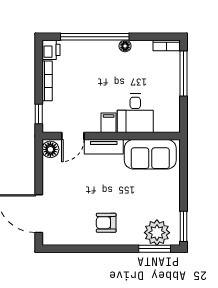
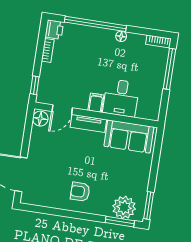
bookcase: (47, 81) -> (48, 50), width x0.64

